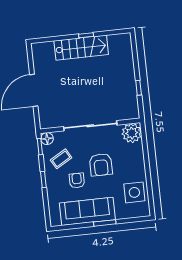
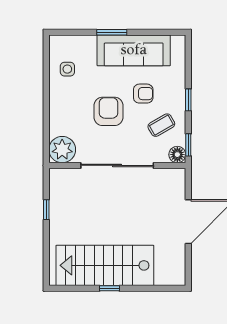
stairs: (81, 48) -> (105, 265), width x1.36, depth x1.51
armchair: (77, 181) -> (143, 94), turned -90
side table: (134, 192) -> (67, 69), width x0.54, depth x0.54

